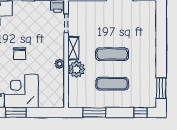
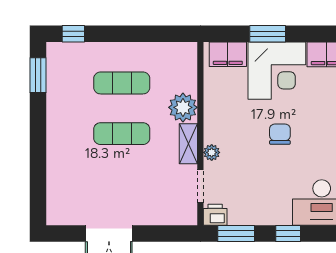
plant: (60, 64) -> (212, 152), moved
filing cabinet: (50, 101) -> (228, 54), added
window: (16, 113) -> (268, 34), moved
window: (94, 113) -> (152, 34), removed

